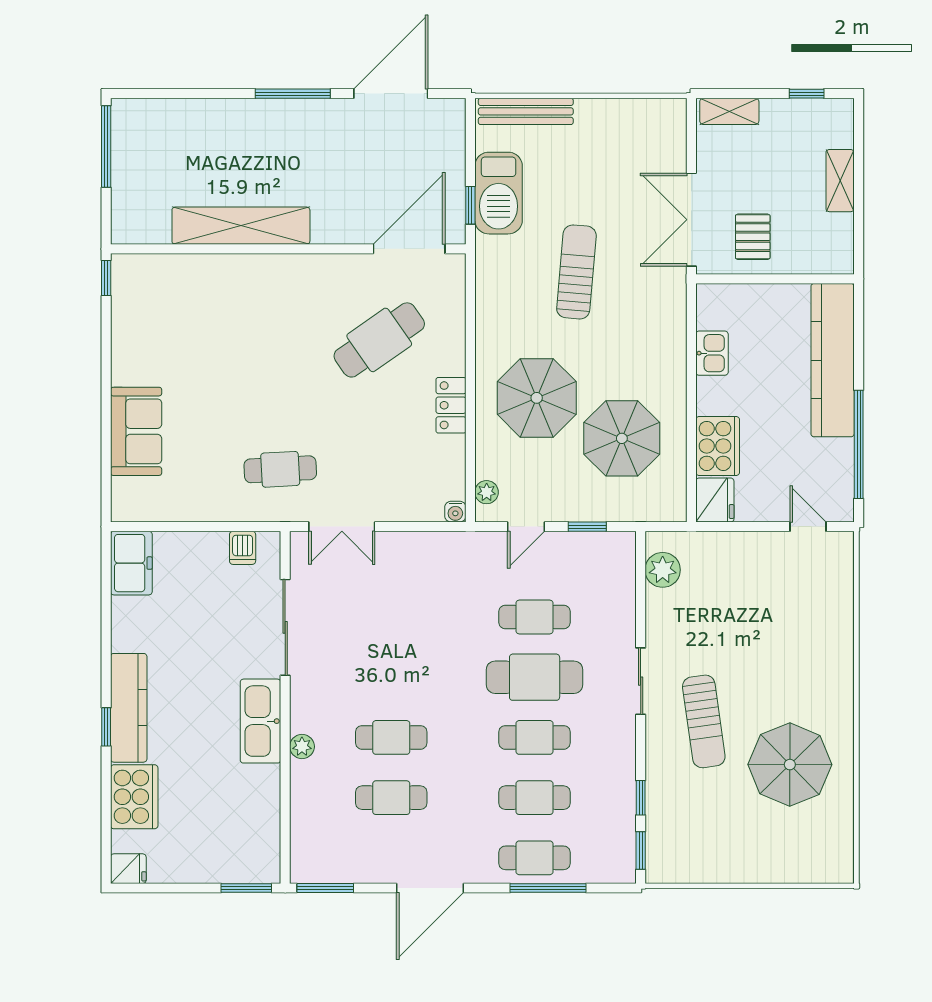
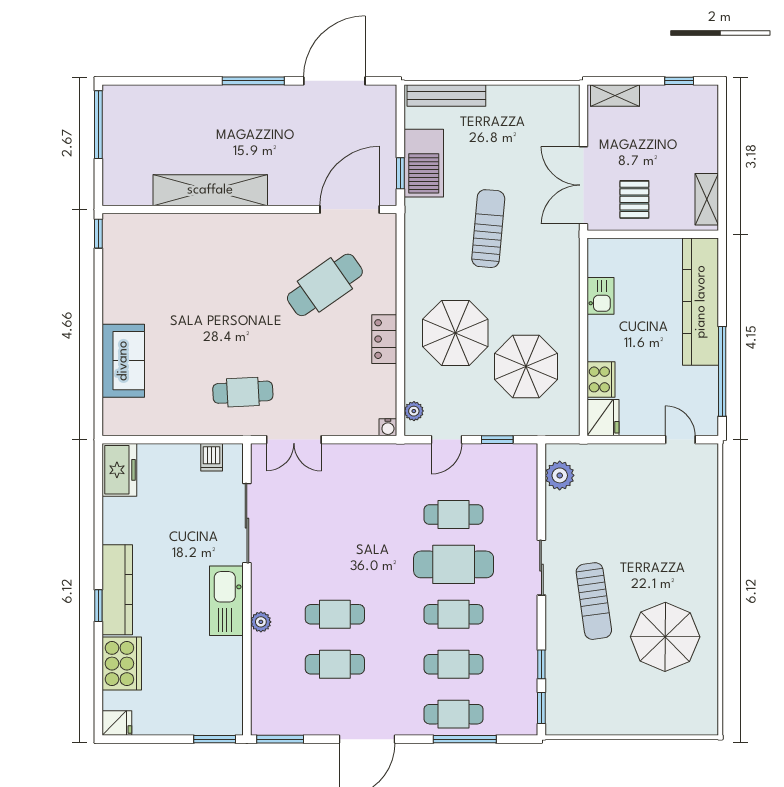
shelving: (840, 181) -> (707, 199), moved
cooker: (718, 446) -> (601, 379), width x0.73, depth x0.76

